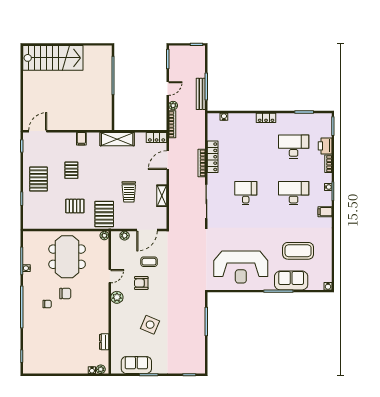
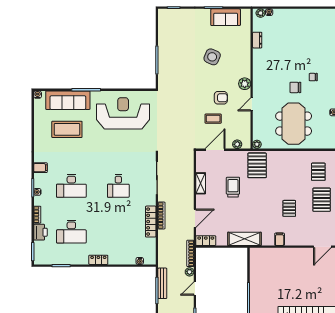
pallet: (75, 206) -> (318, 172), moved, turned 90
sofa: (291, 280) -> (68, 100), width x1.36

